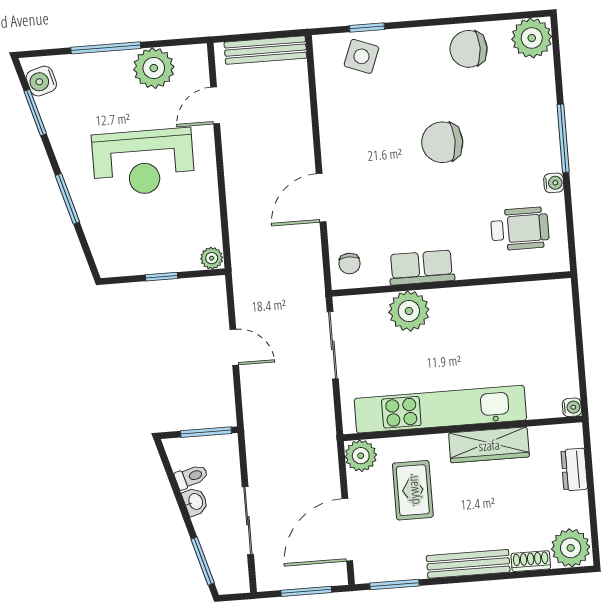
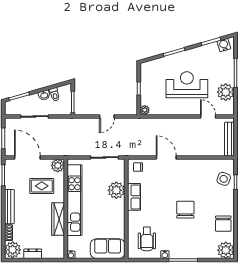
chair: (469, 49) -> (223, 224), turned 180
reception desk: (143, 162) -> (187, 85), turned 90
sofa: (550, 321) -> (108, 249), added
dresser: (574, 470) -> (33, 254), moved

